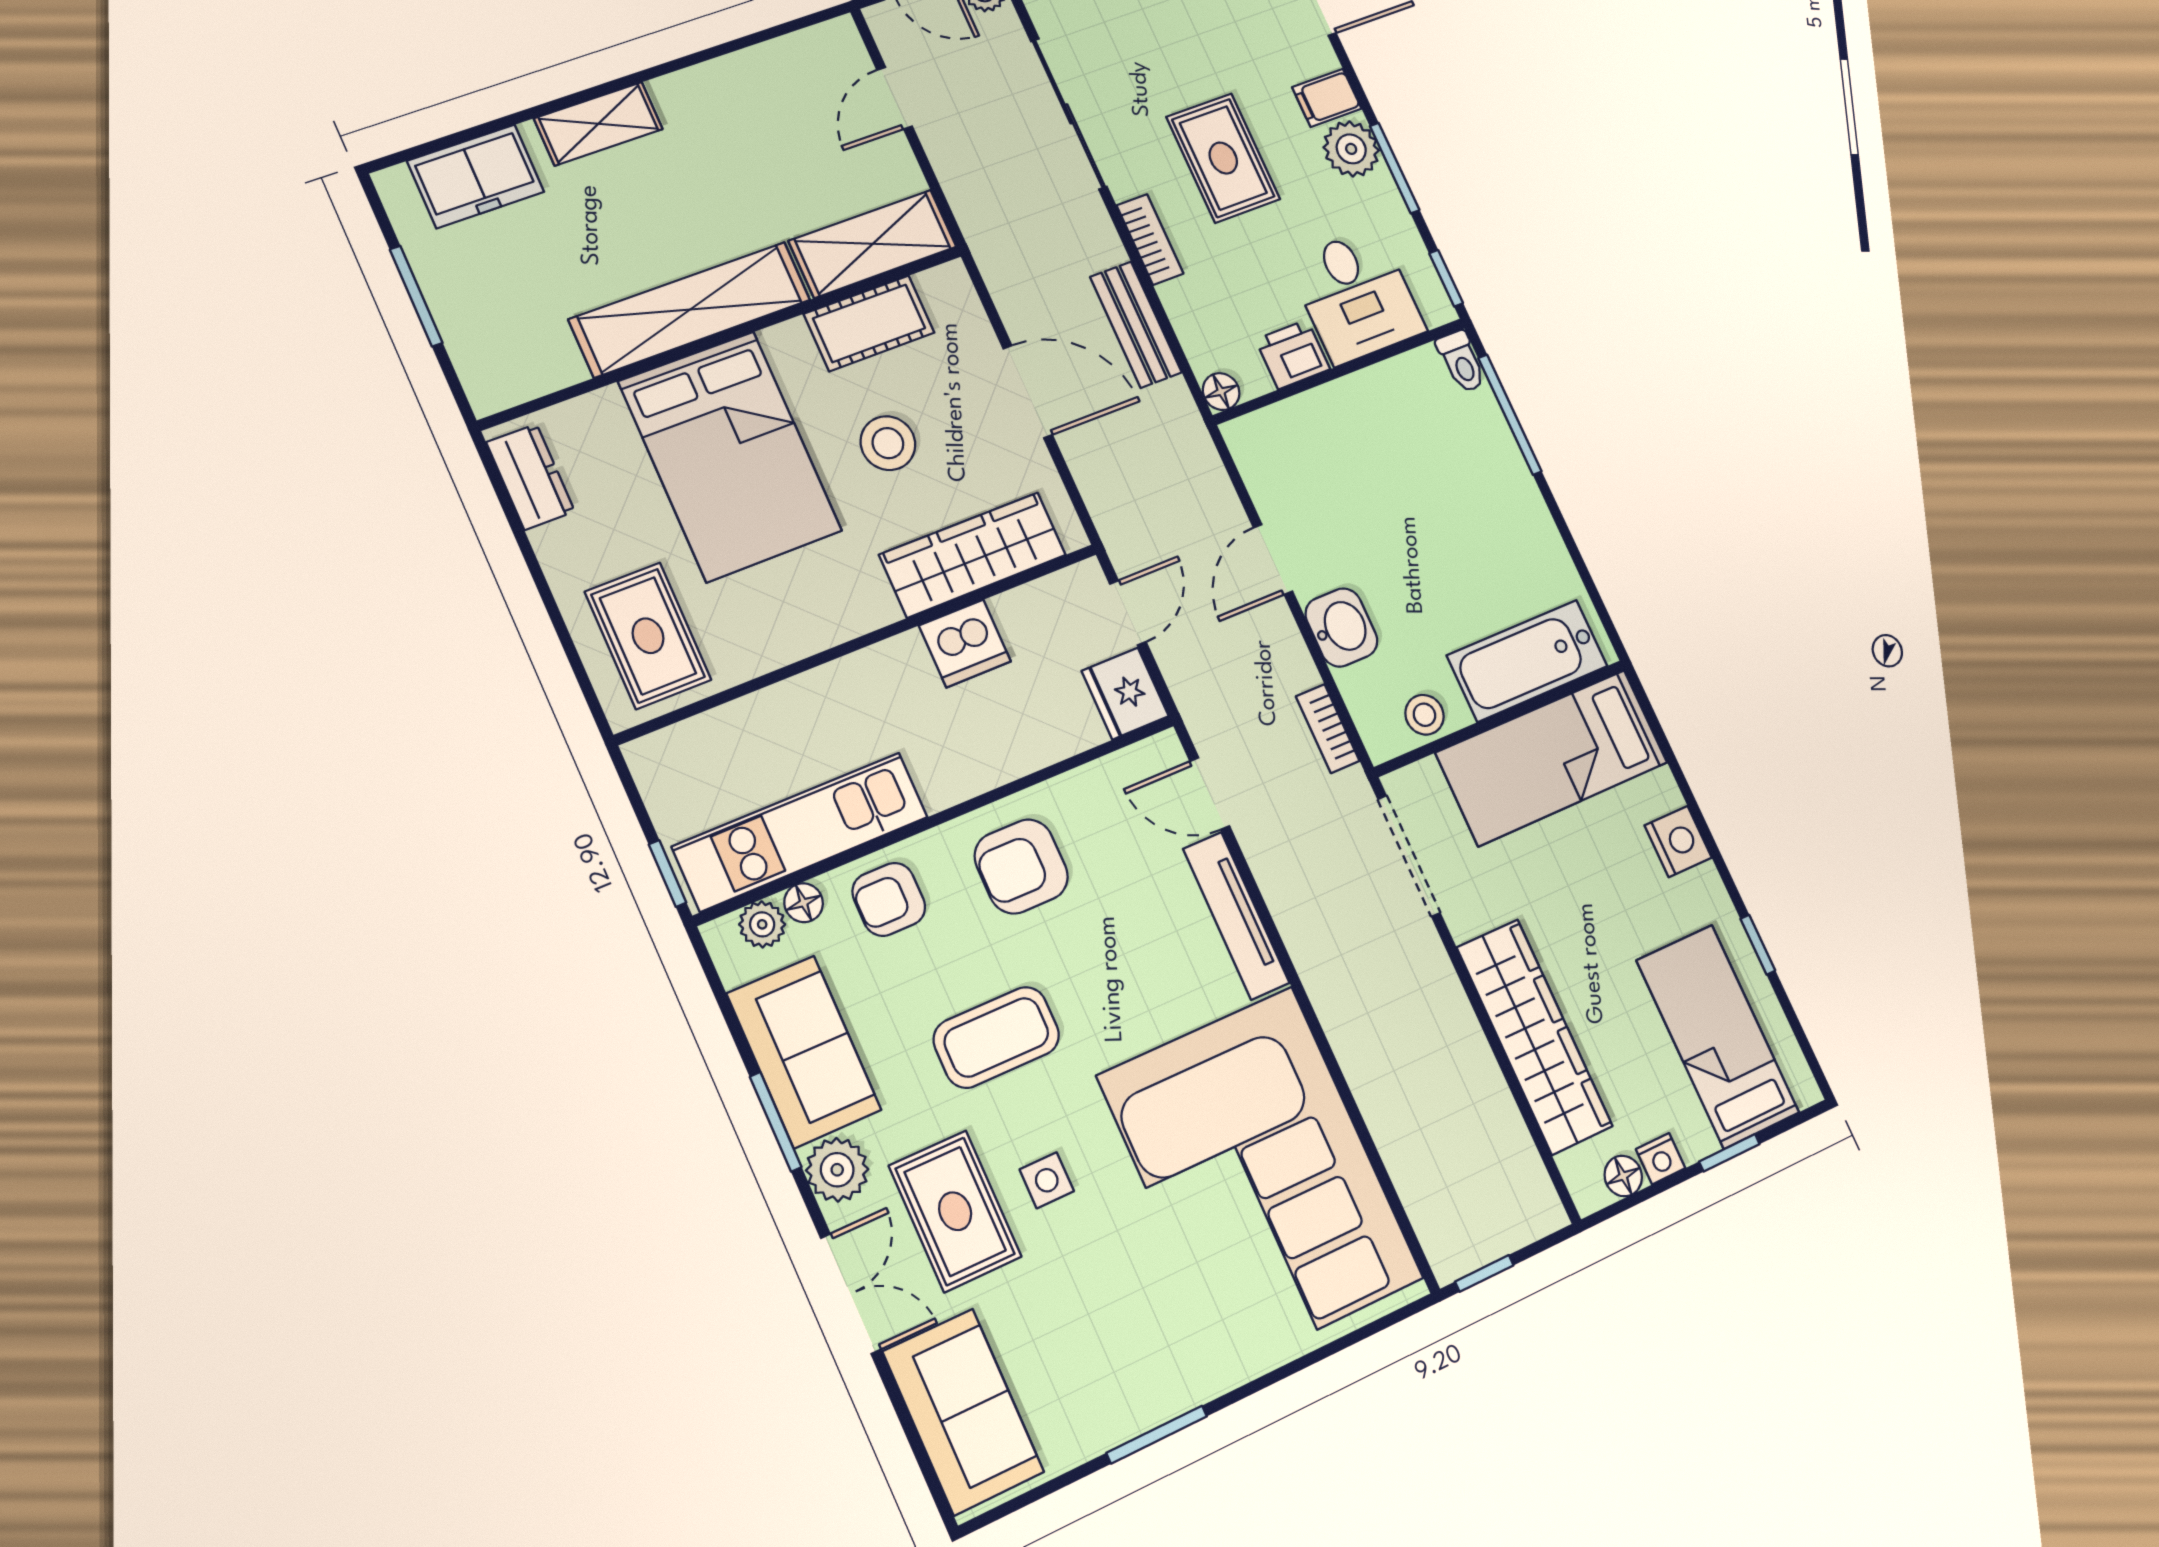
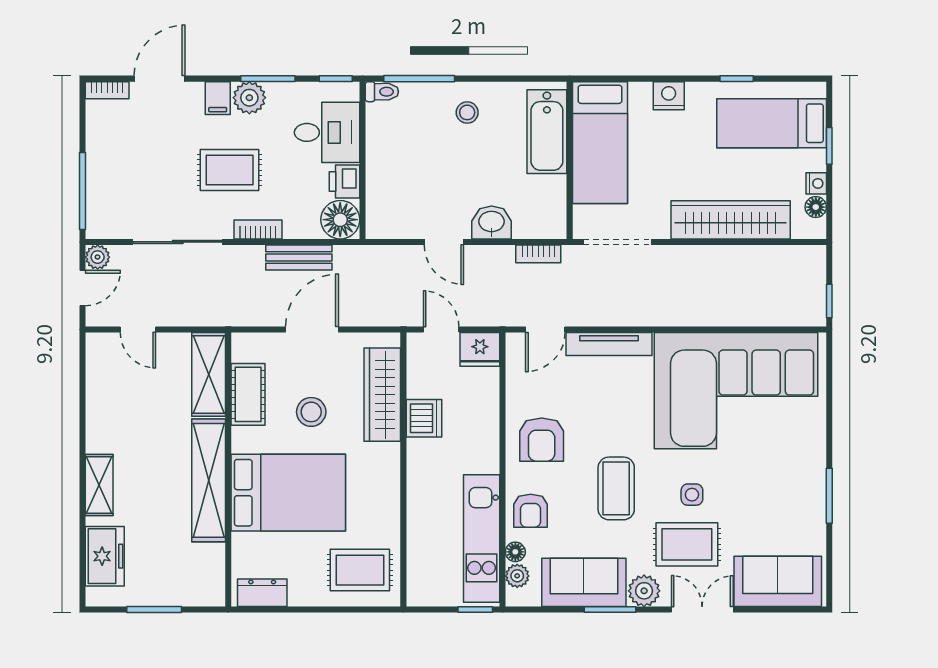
floor lamp: (1221, 392) -> (340, 220), width x1.89, depth x1.89
stool: (1424, 715) -> (467, 112), moved

